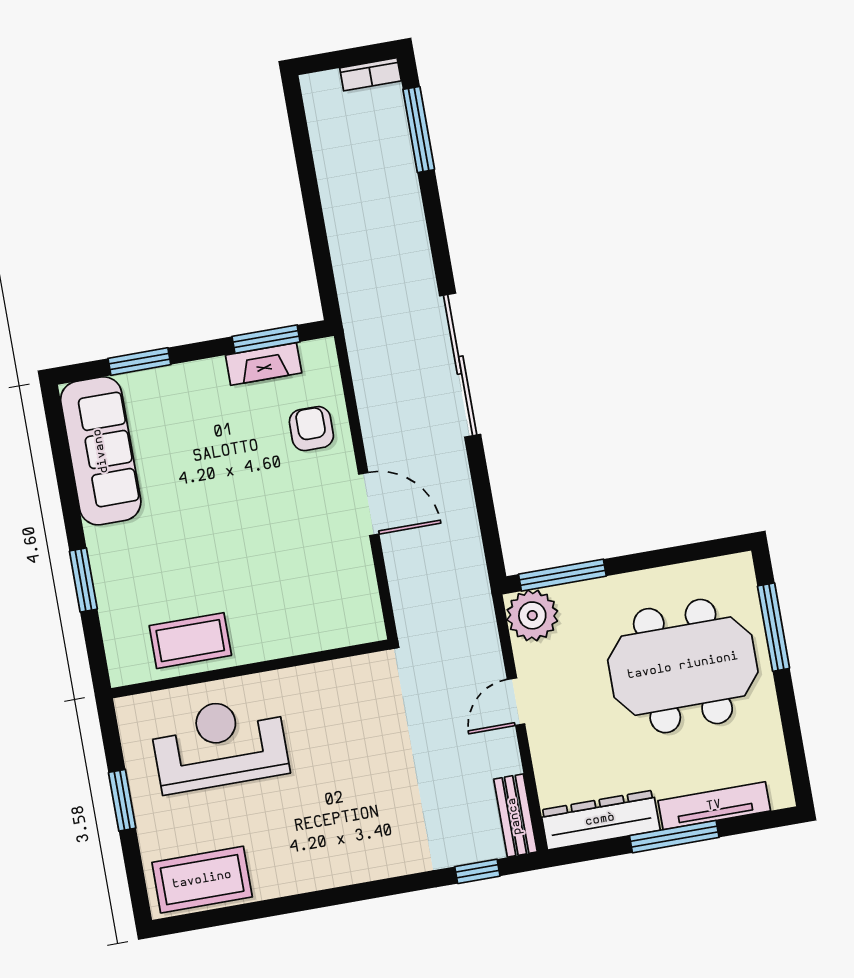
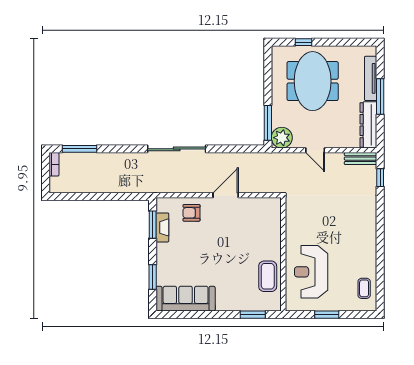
window: (83, 580) -> (253, 315), moved
window: (774, 627) -> (303, 42), width x0.46
coffee table: (202, 880) -> (364, 288), width x0.54, depth x0.58

